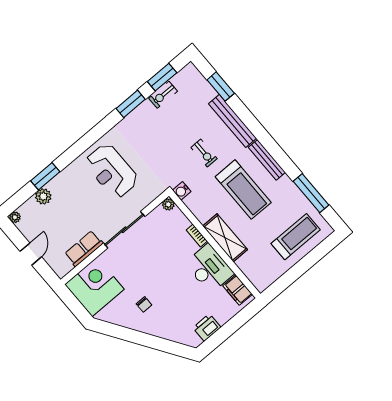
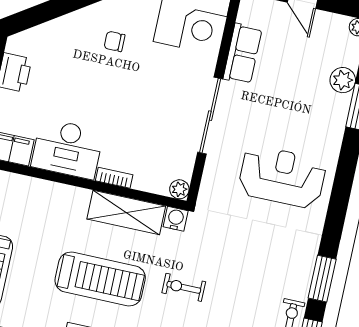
treadmill: (243, 190) -> (100, 279), turned 180
shelving: (225, 238) -> (126, 212), moved

